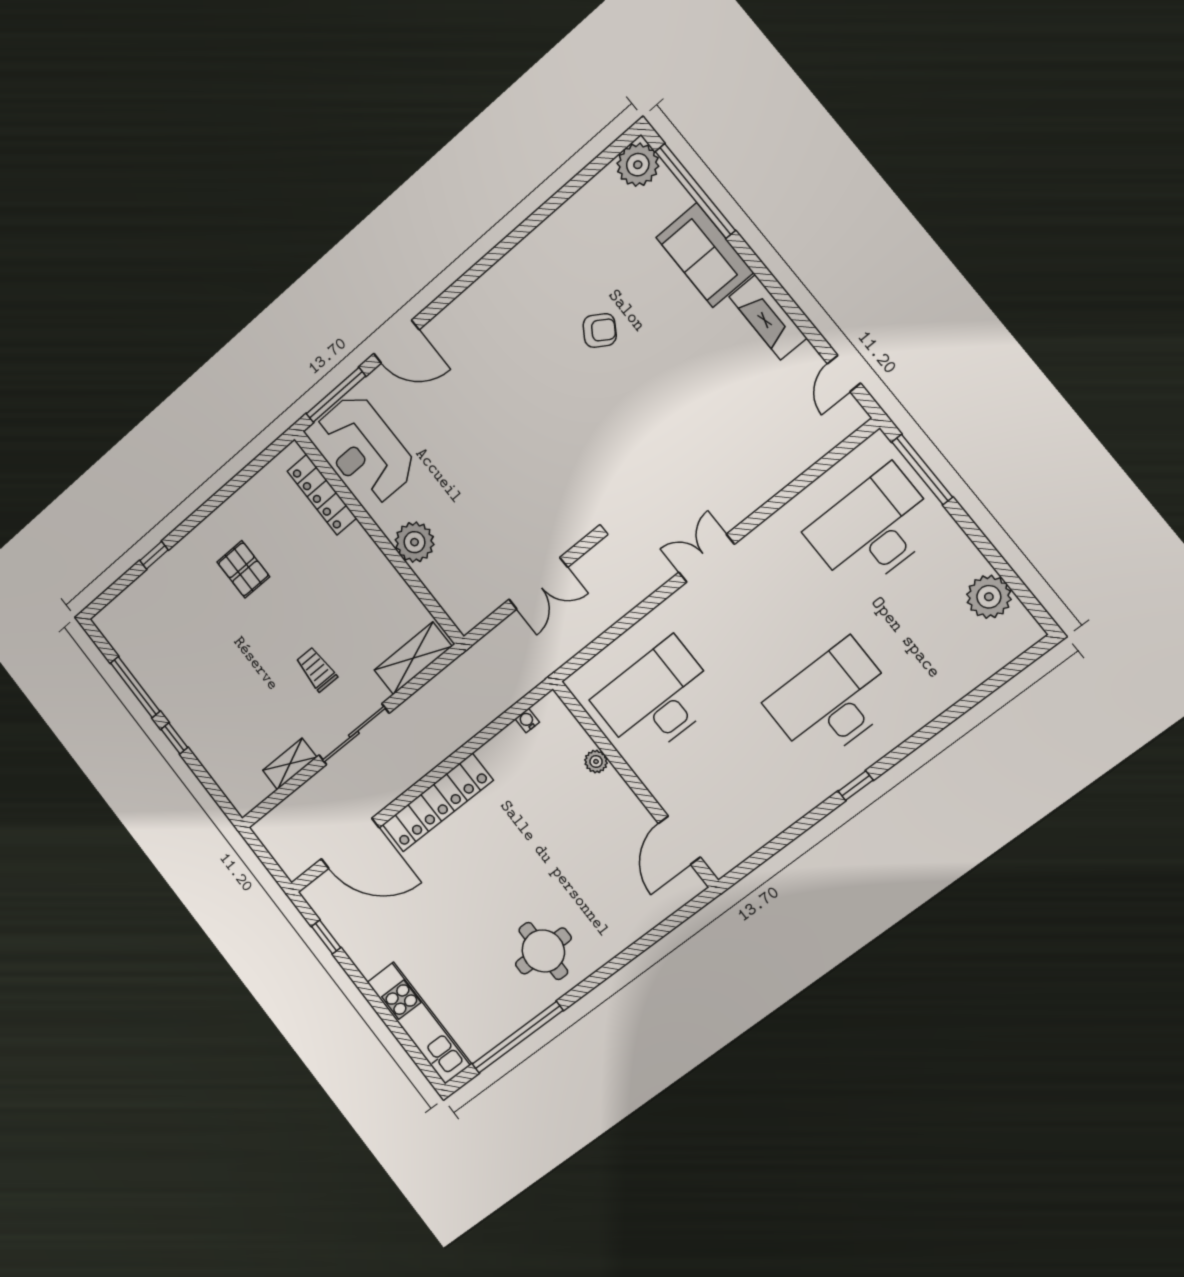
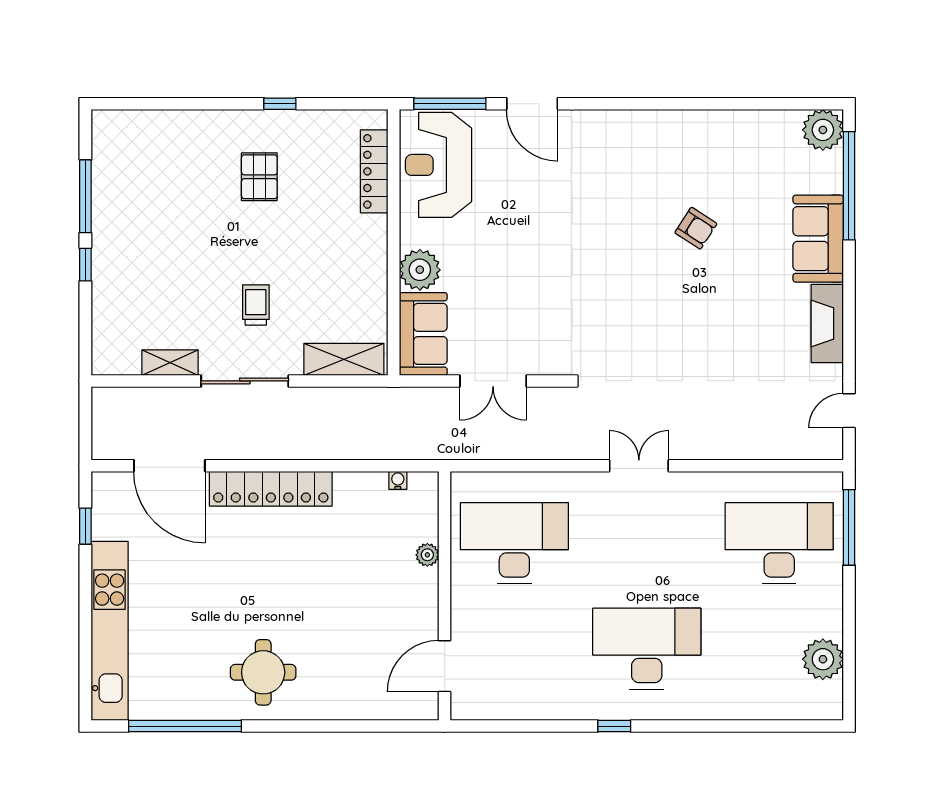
window: (154, 555) -> (280, 104), moved
sofa: (456, 590) -> (423, 334), added
kitchen unit: (419, 1023) -> (110, 631), width x1.36

